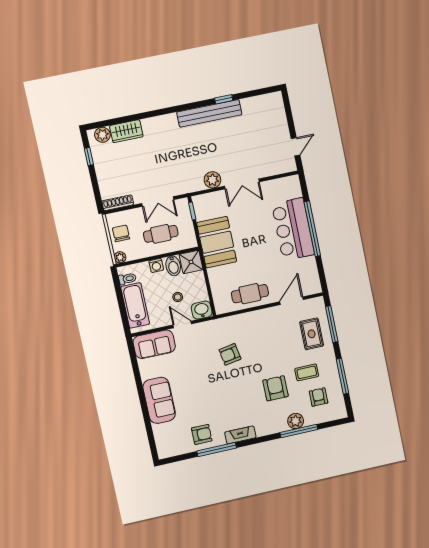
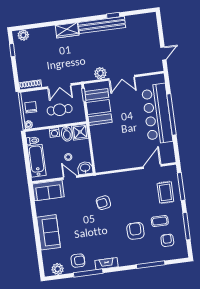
wardrobe: (126, 131) -> (67, 30), moved
bar counter: (293, 229) -> (157, 114), width x1.36
booth: (217, 242) -> (98, 107), moved
cafe table: (250, 294) -> (122, 159), removed
plant: (296, 421) -> (58, 269), moved

